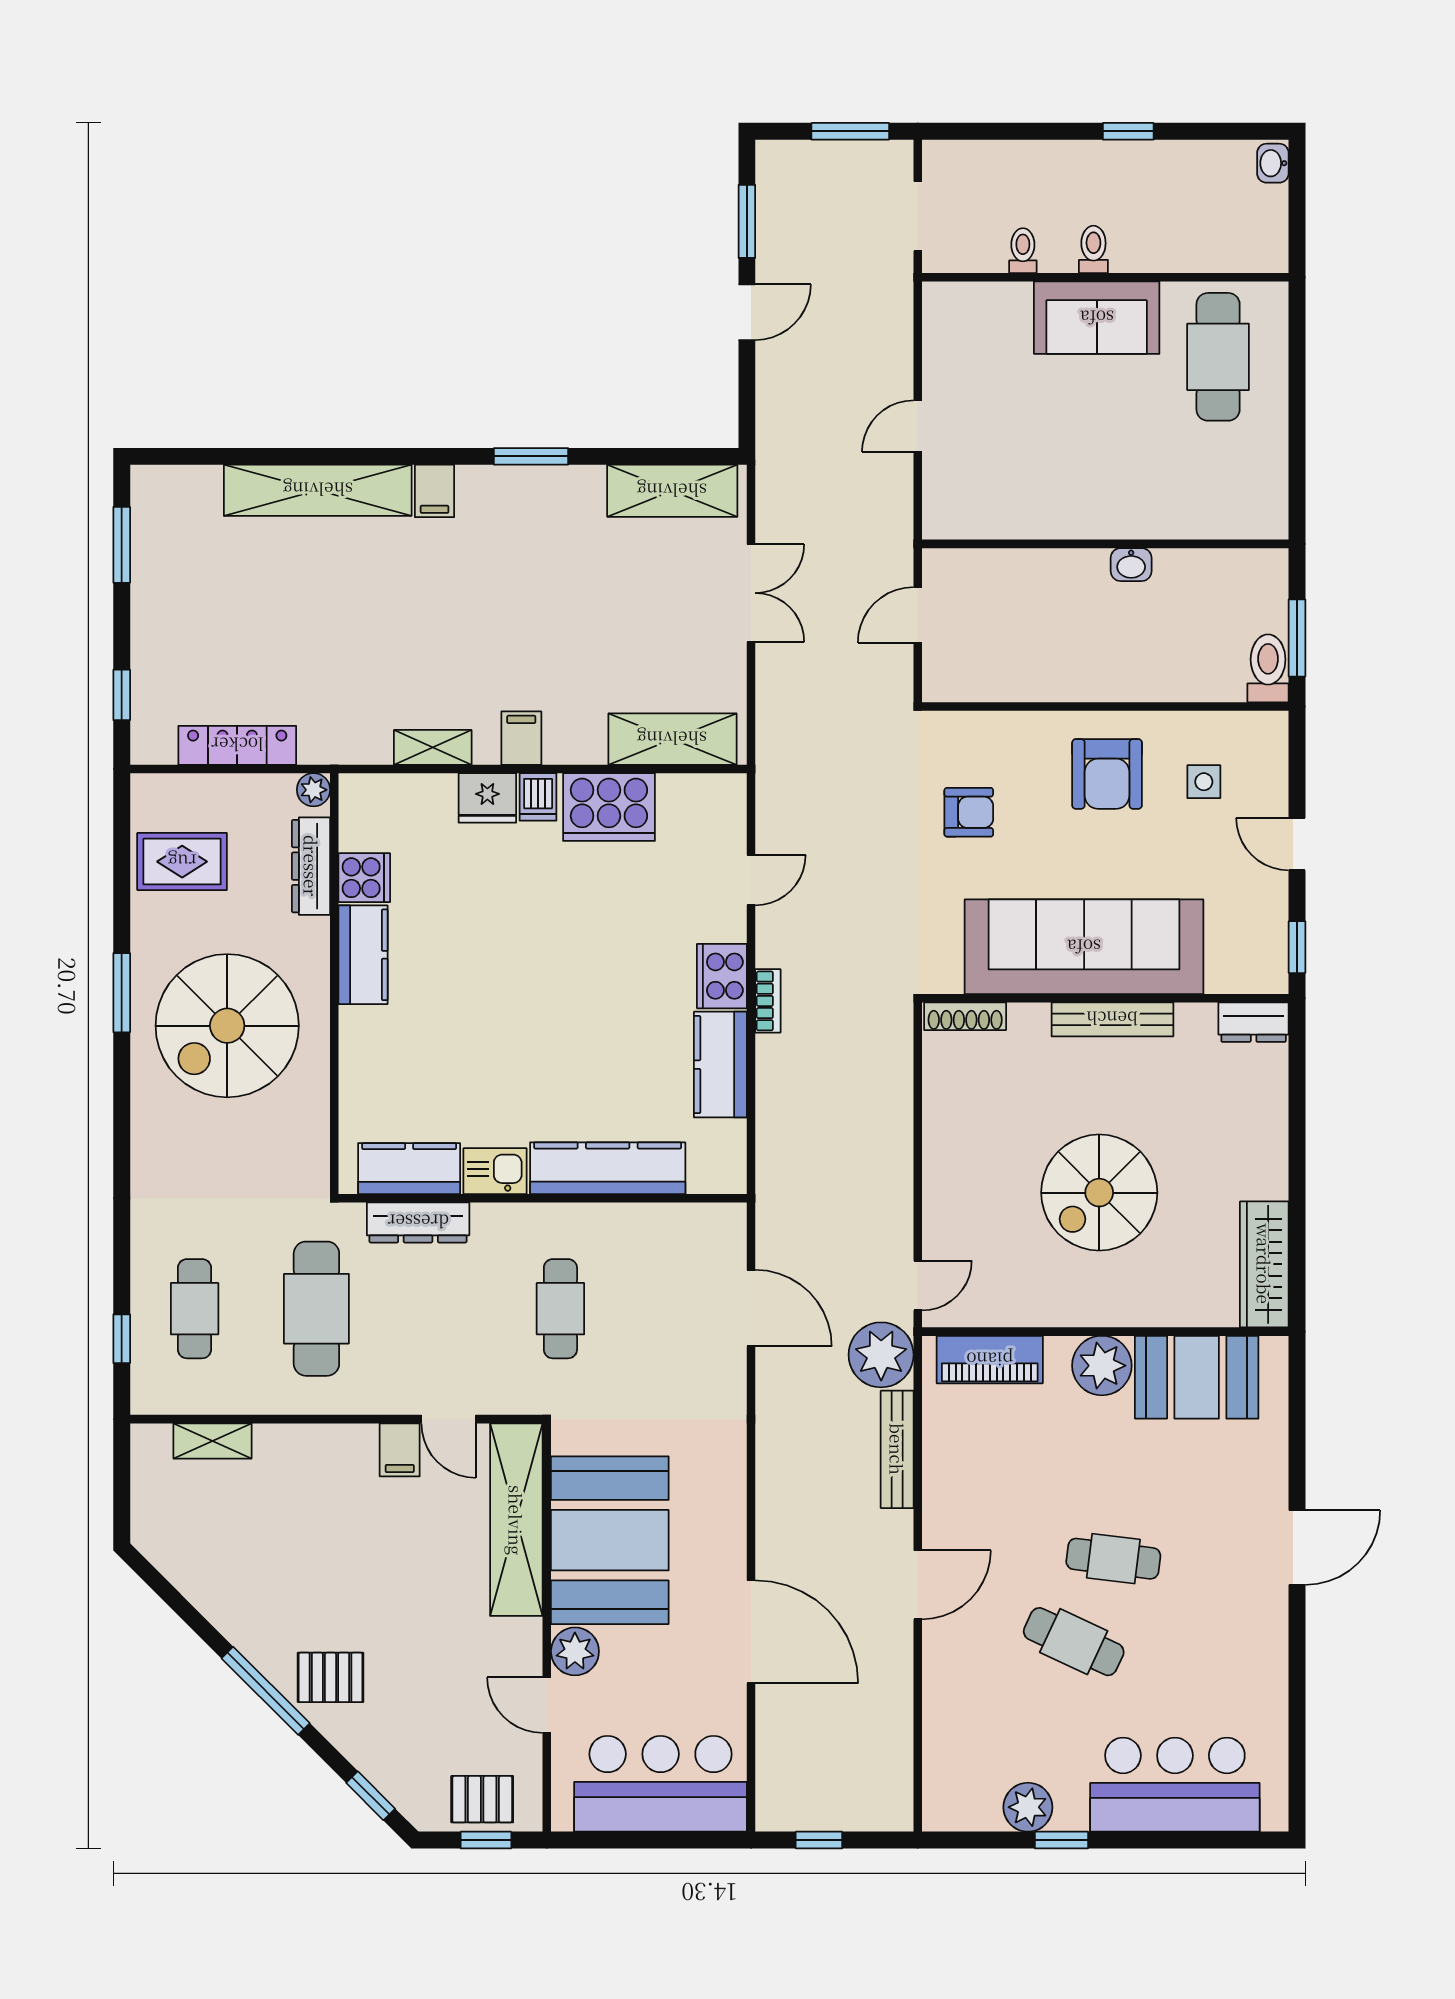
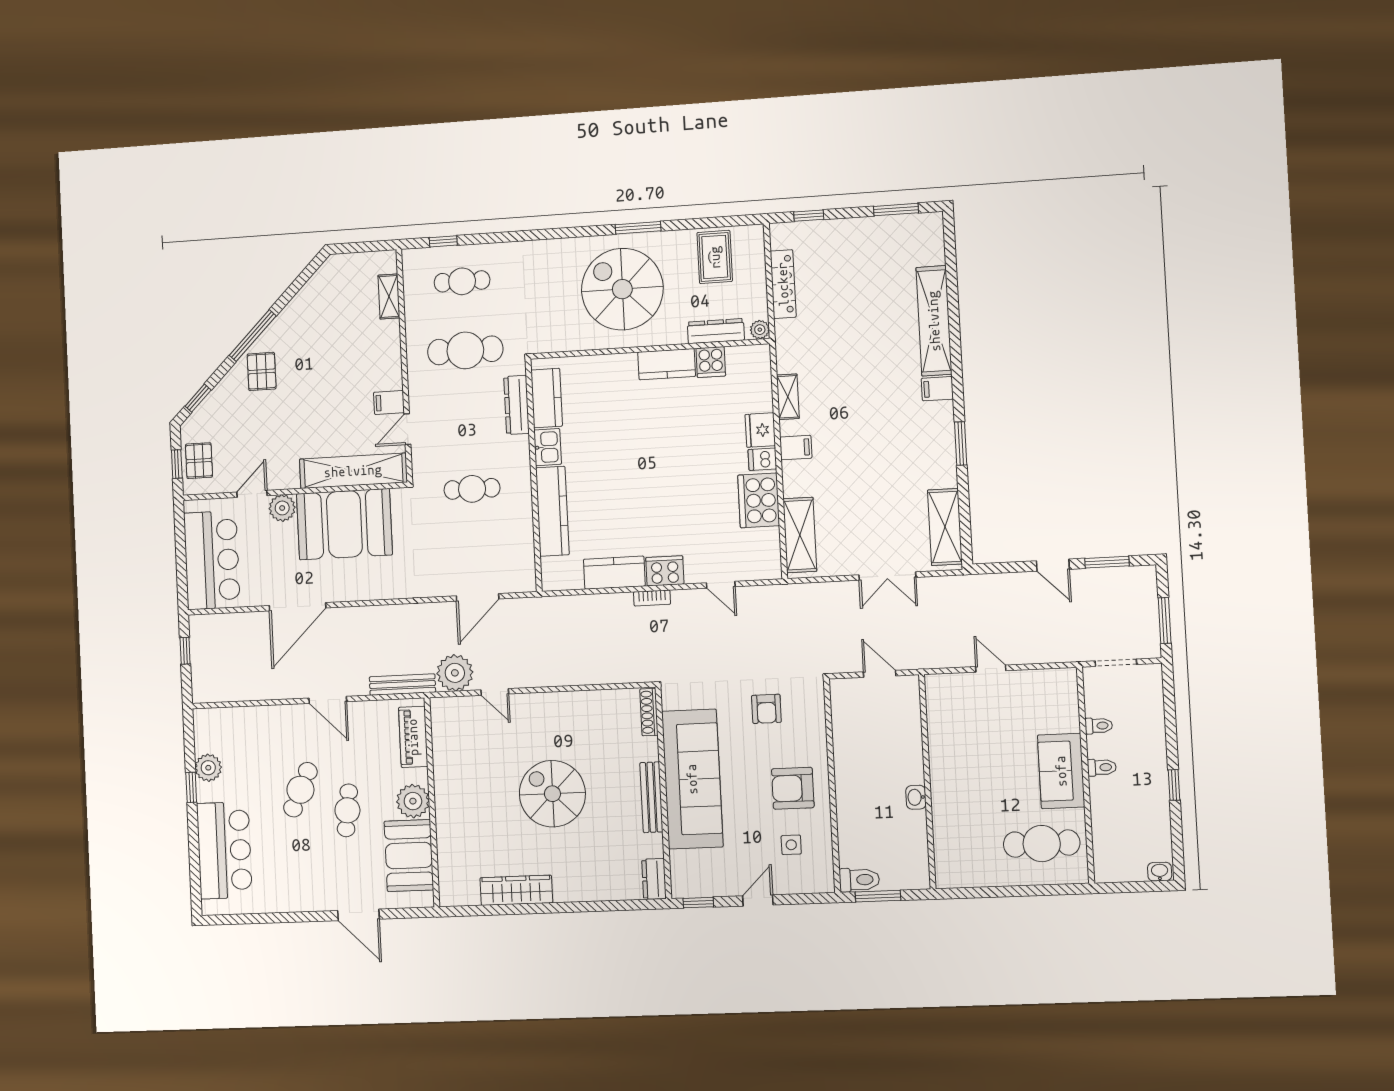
wall: (1105, 1332) -> (432, 802), moved
piano: (990, 1360) -> (413, 737), moved
plant: (1102, 1366) -> (413, 801), moved
booth: (1197, 1377) -> (409, 856), moved

